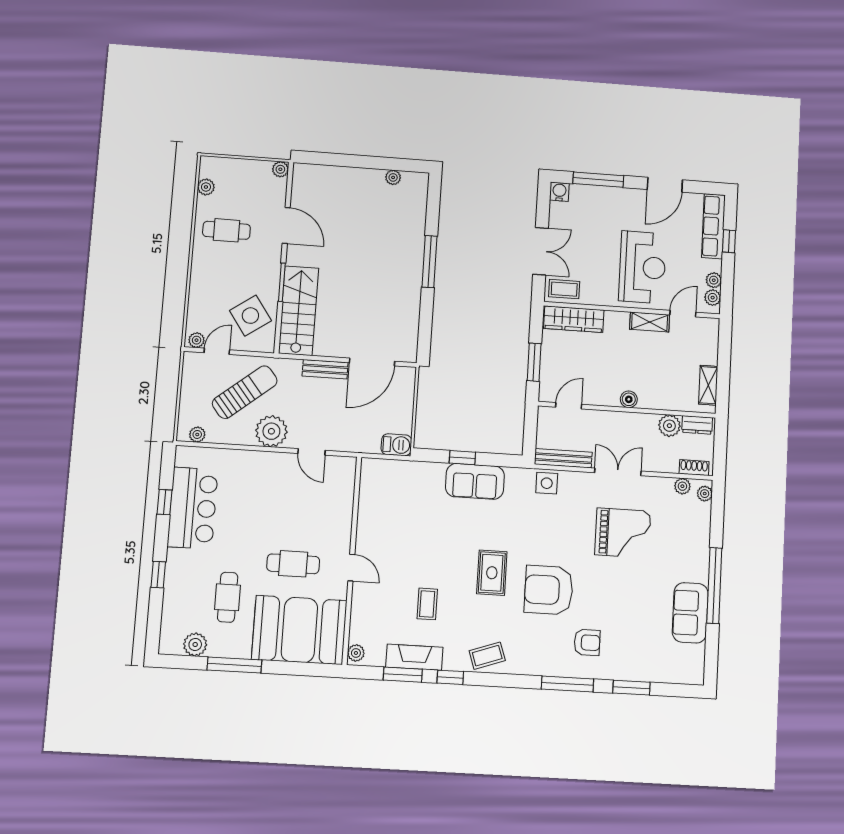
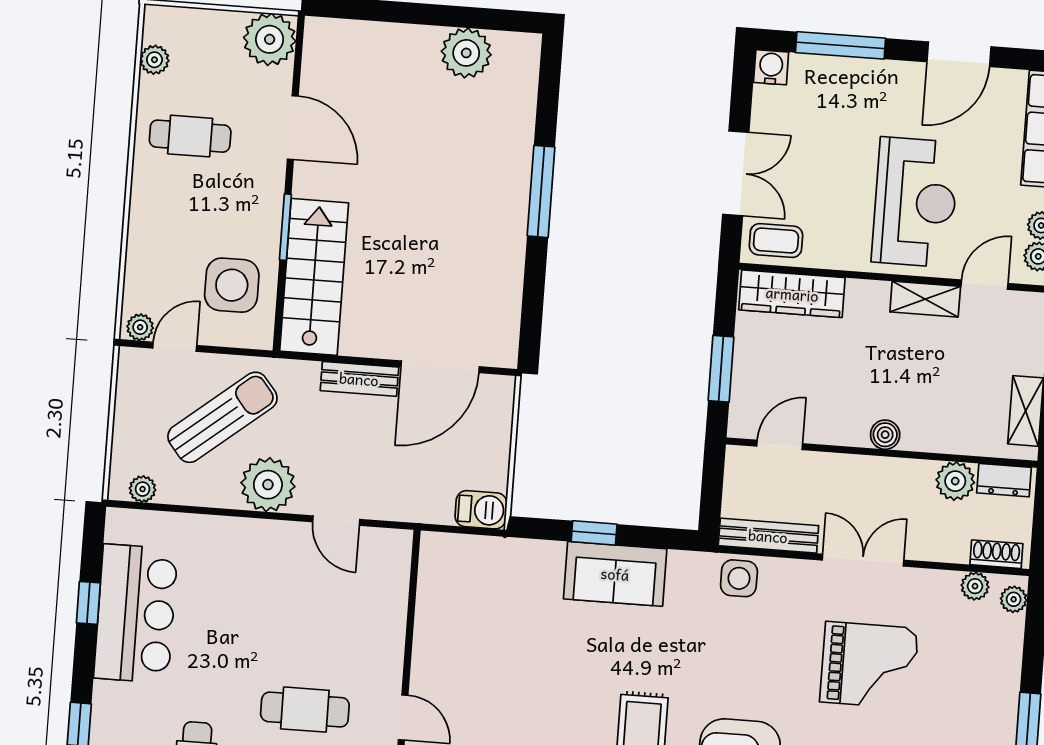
plant: (280, 169) -> (270, 39), width x1.88, depth x1.88
plant: (393, 177) -> (466, 53), width x1.88, depth x1.88
side table: (250, 316) -> (232, 285), turned 35

